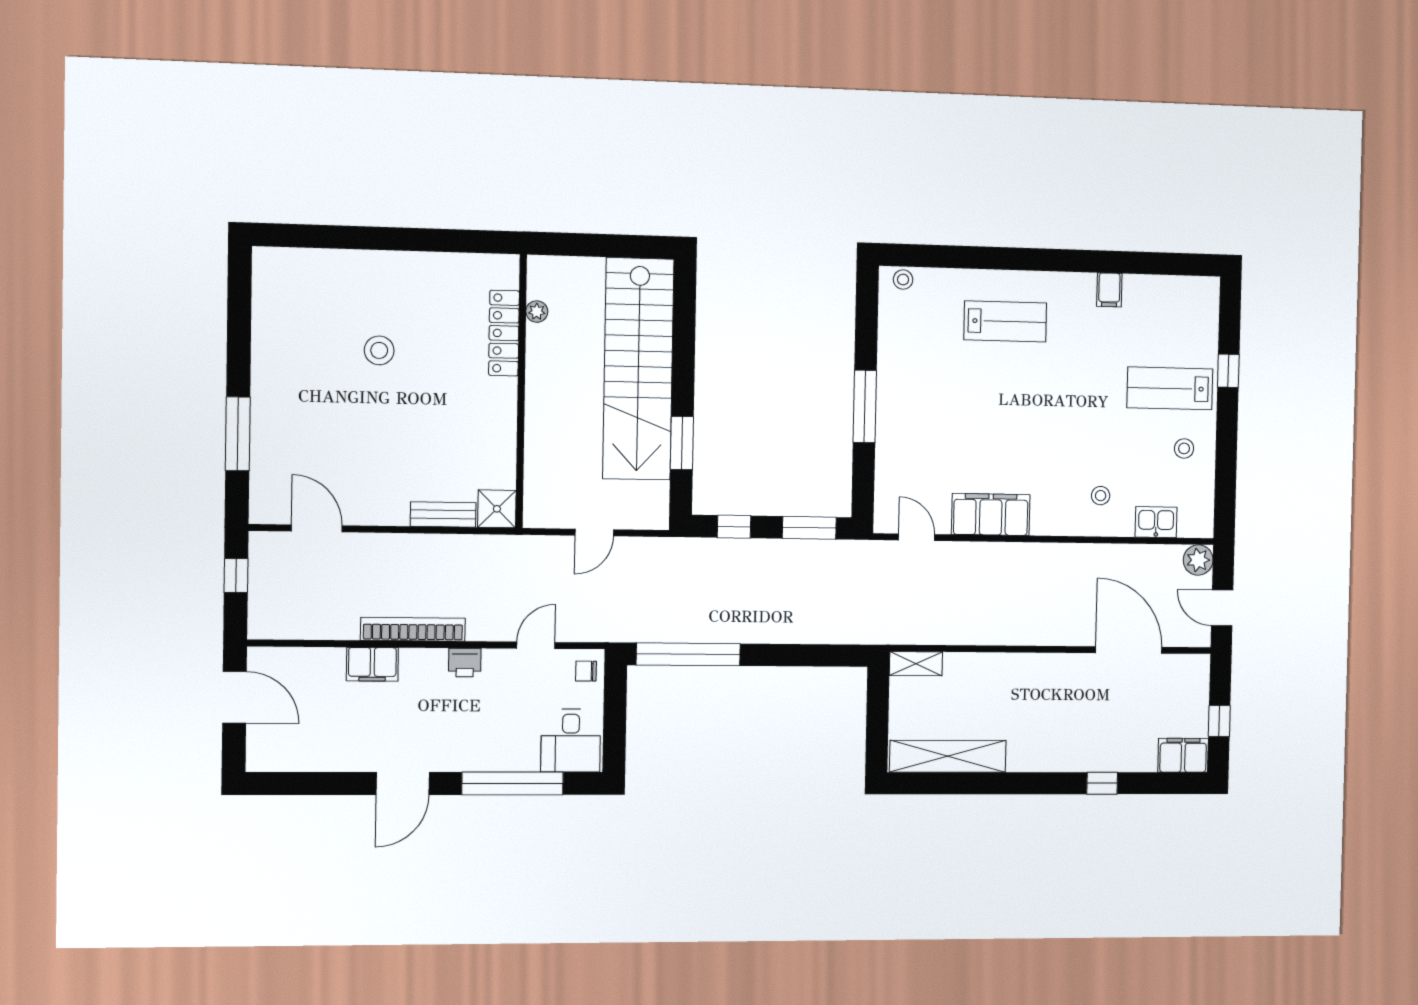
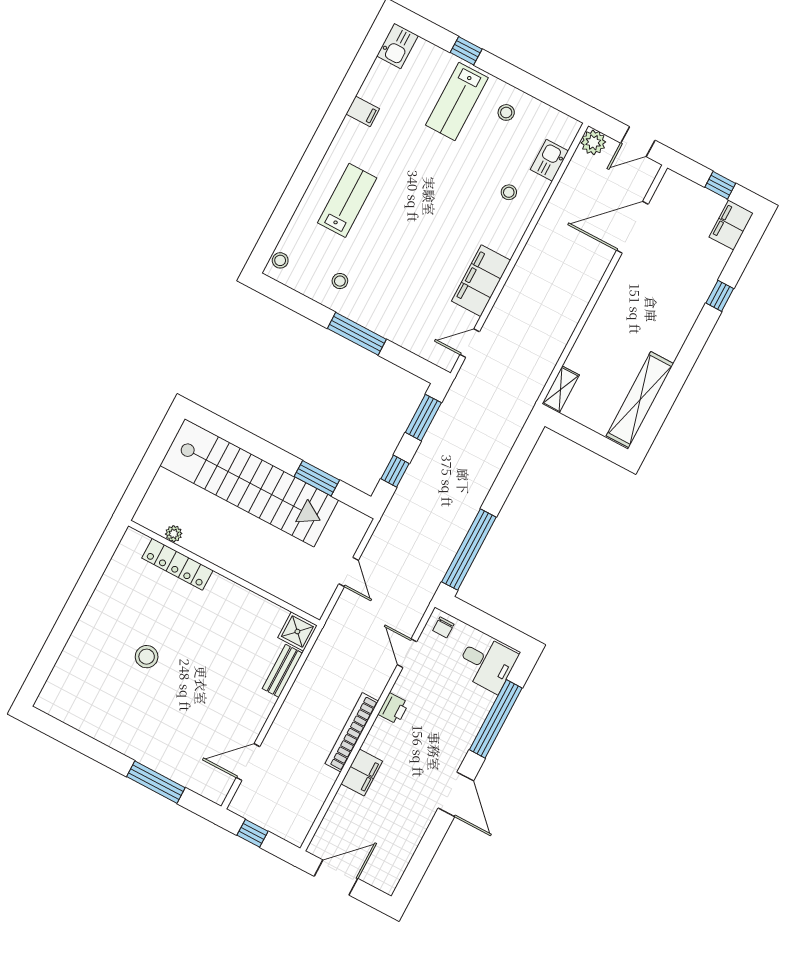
kitchen sink: (1197, 293) -> (397, 46), added
stool: (913, 358) -> (340, 281), added

